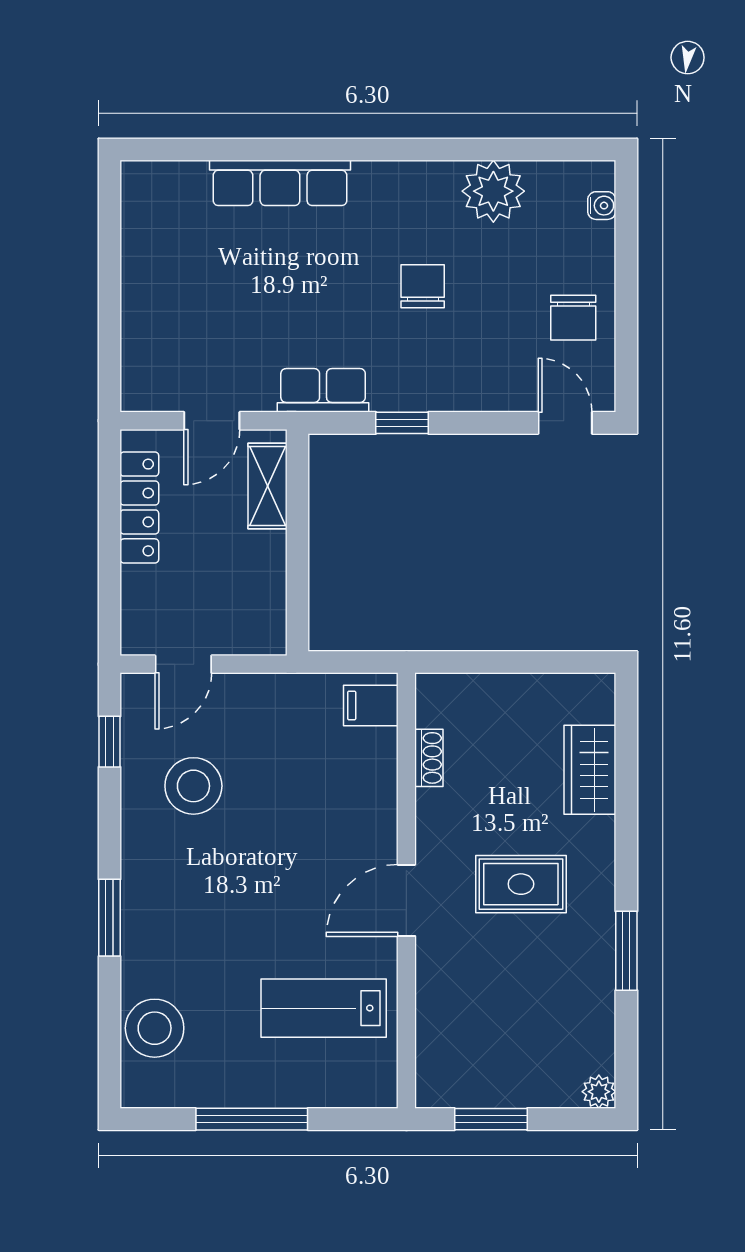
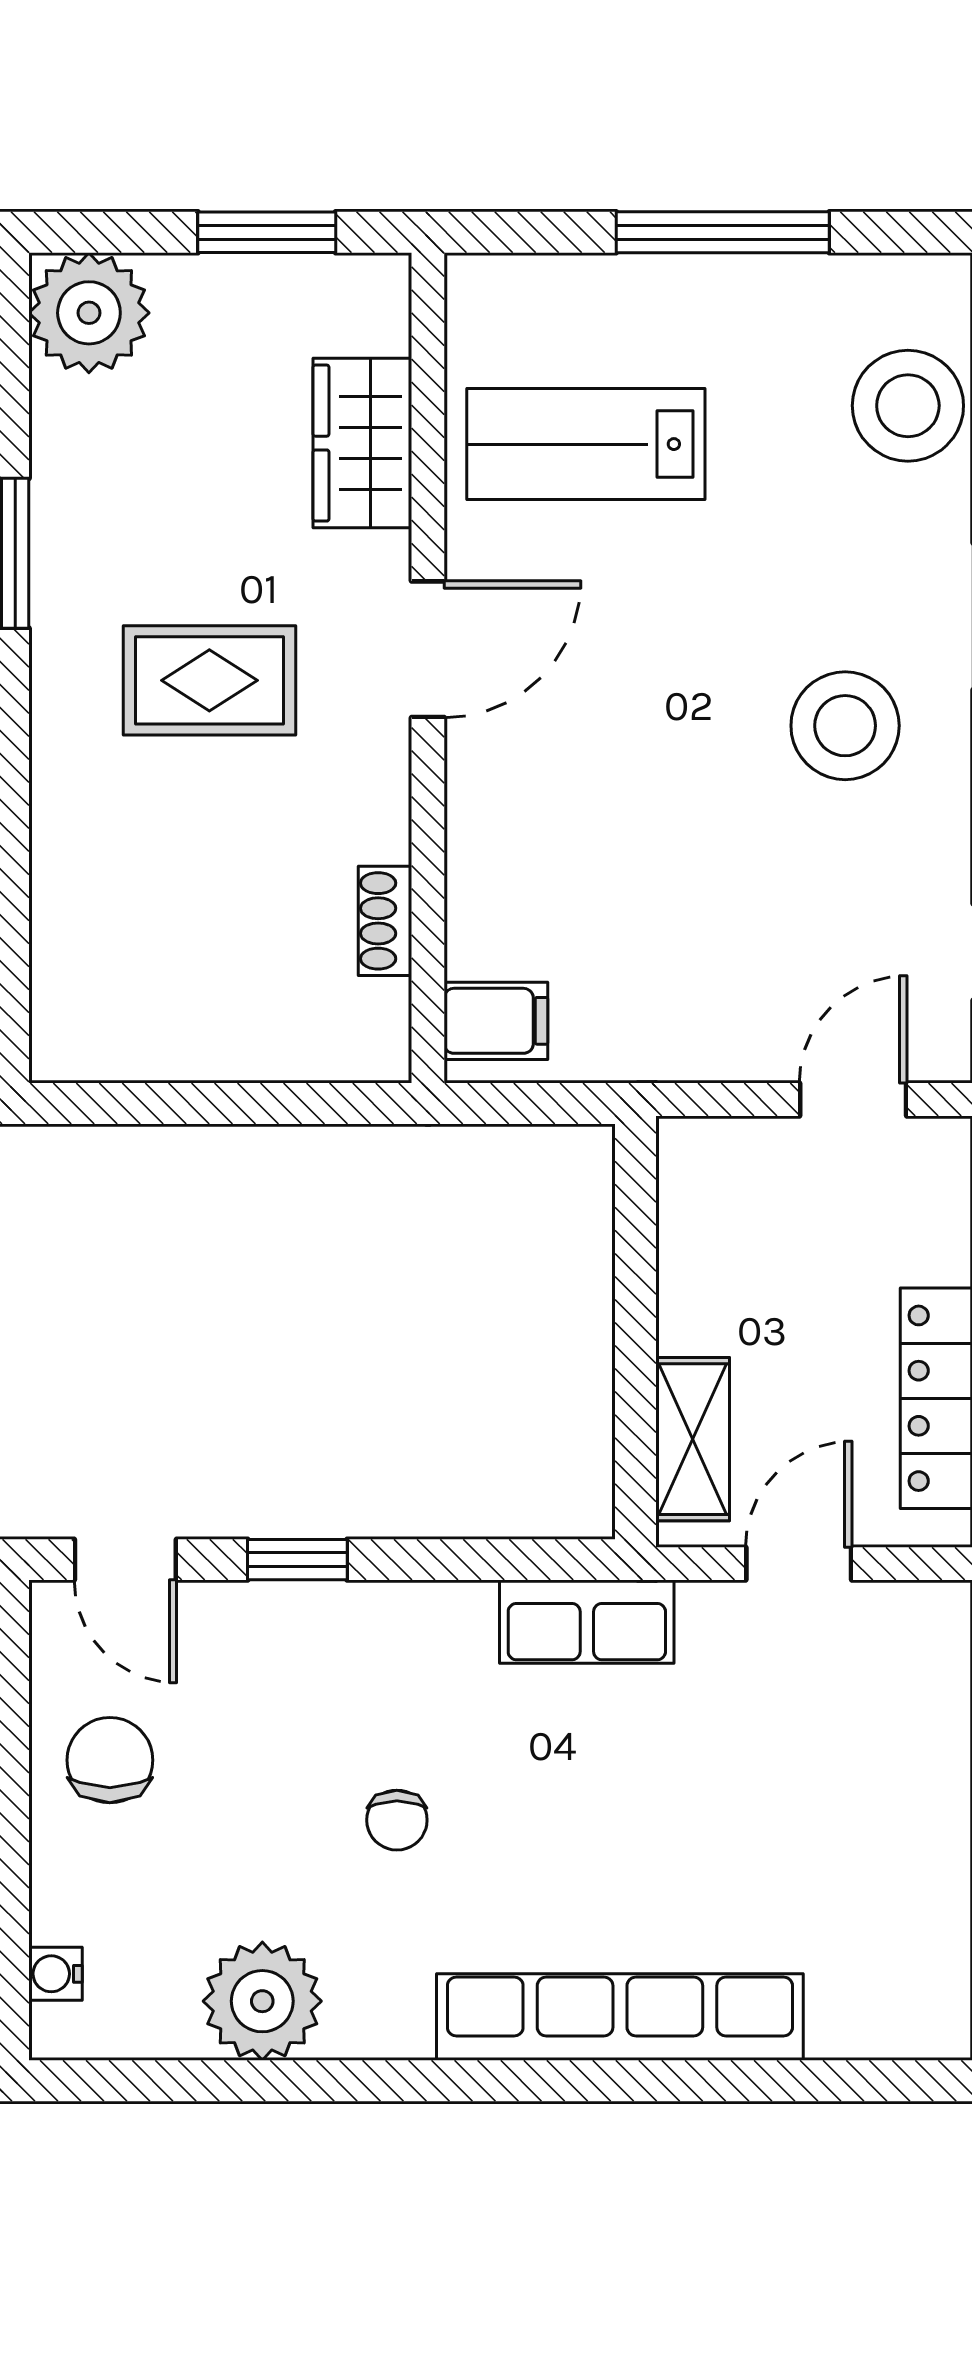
row of seats: (280, 183) -> (620, 2017), width x1.36
chair: (423, 286) -> (397, 1820), width x0.73, depth x0.73
window: (402, 423) -> (297, 1560), moved
wardrobe: (590, 770) -> (362, 443), moved, turned 180
stool: (193, 786) -> (845, 726), moved
lab bench: (324, 1008) -> (586, 444), turned 180
plant: (599, 1092) -> (89, 313), width x1.88, depth x1.88

